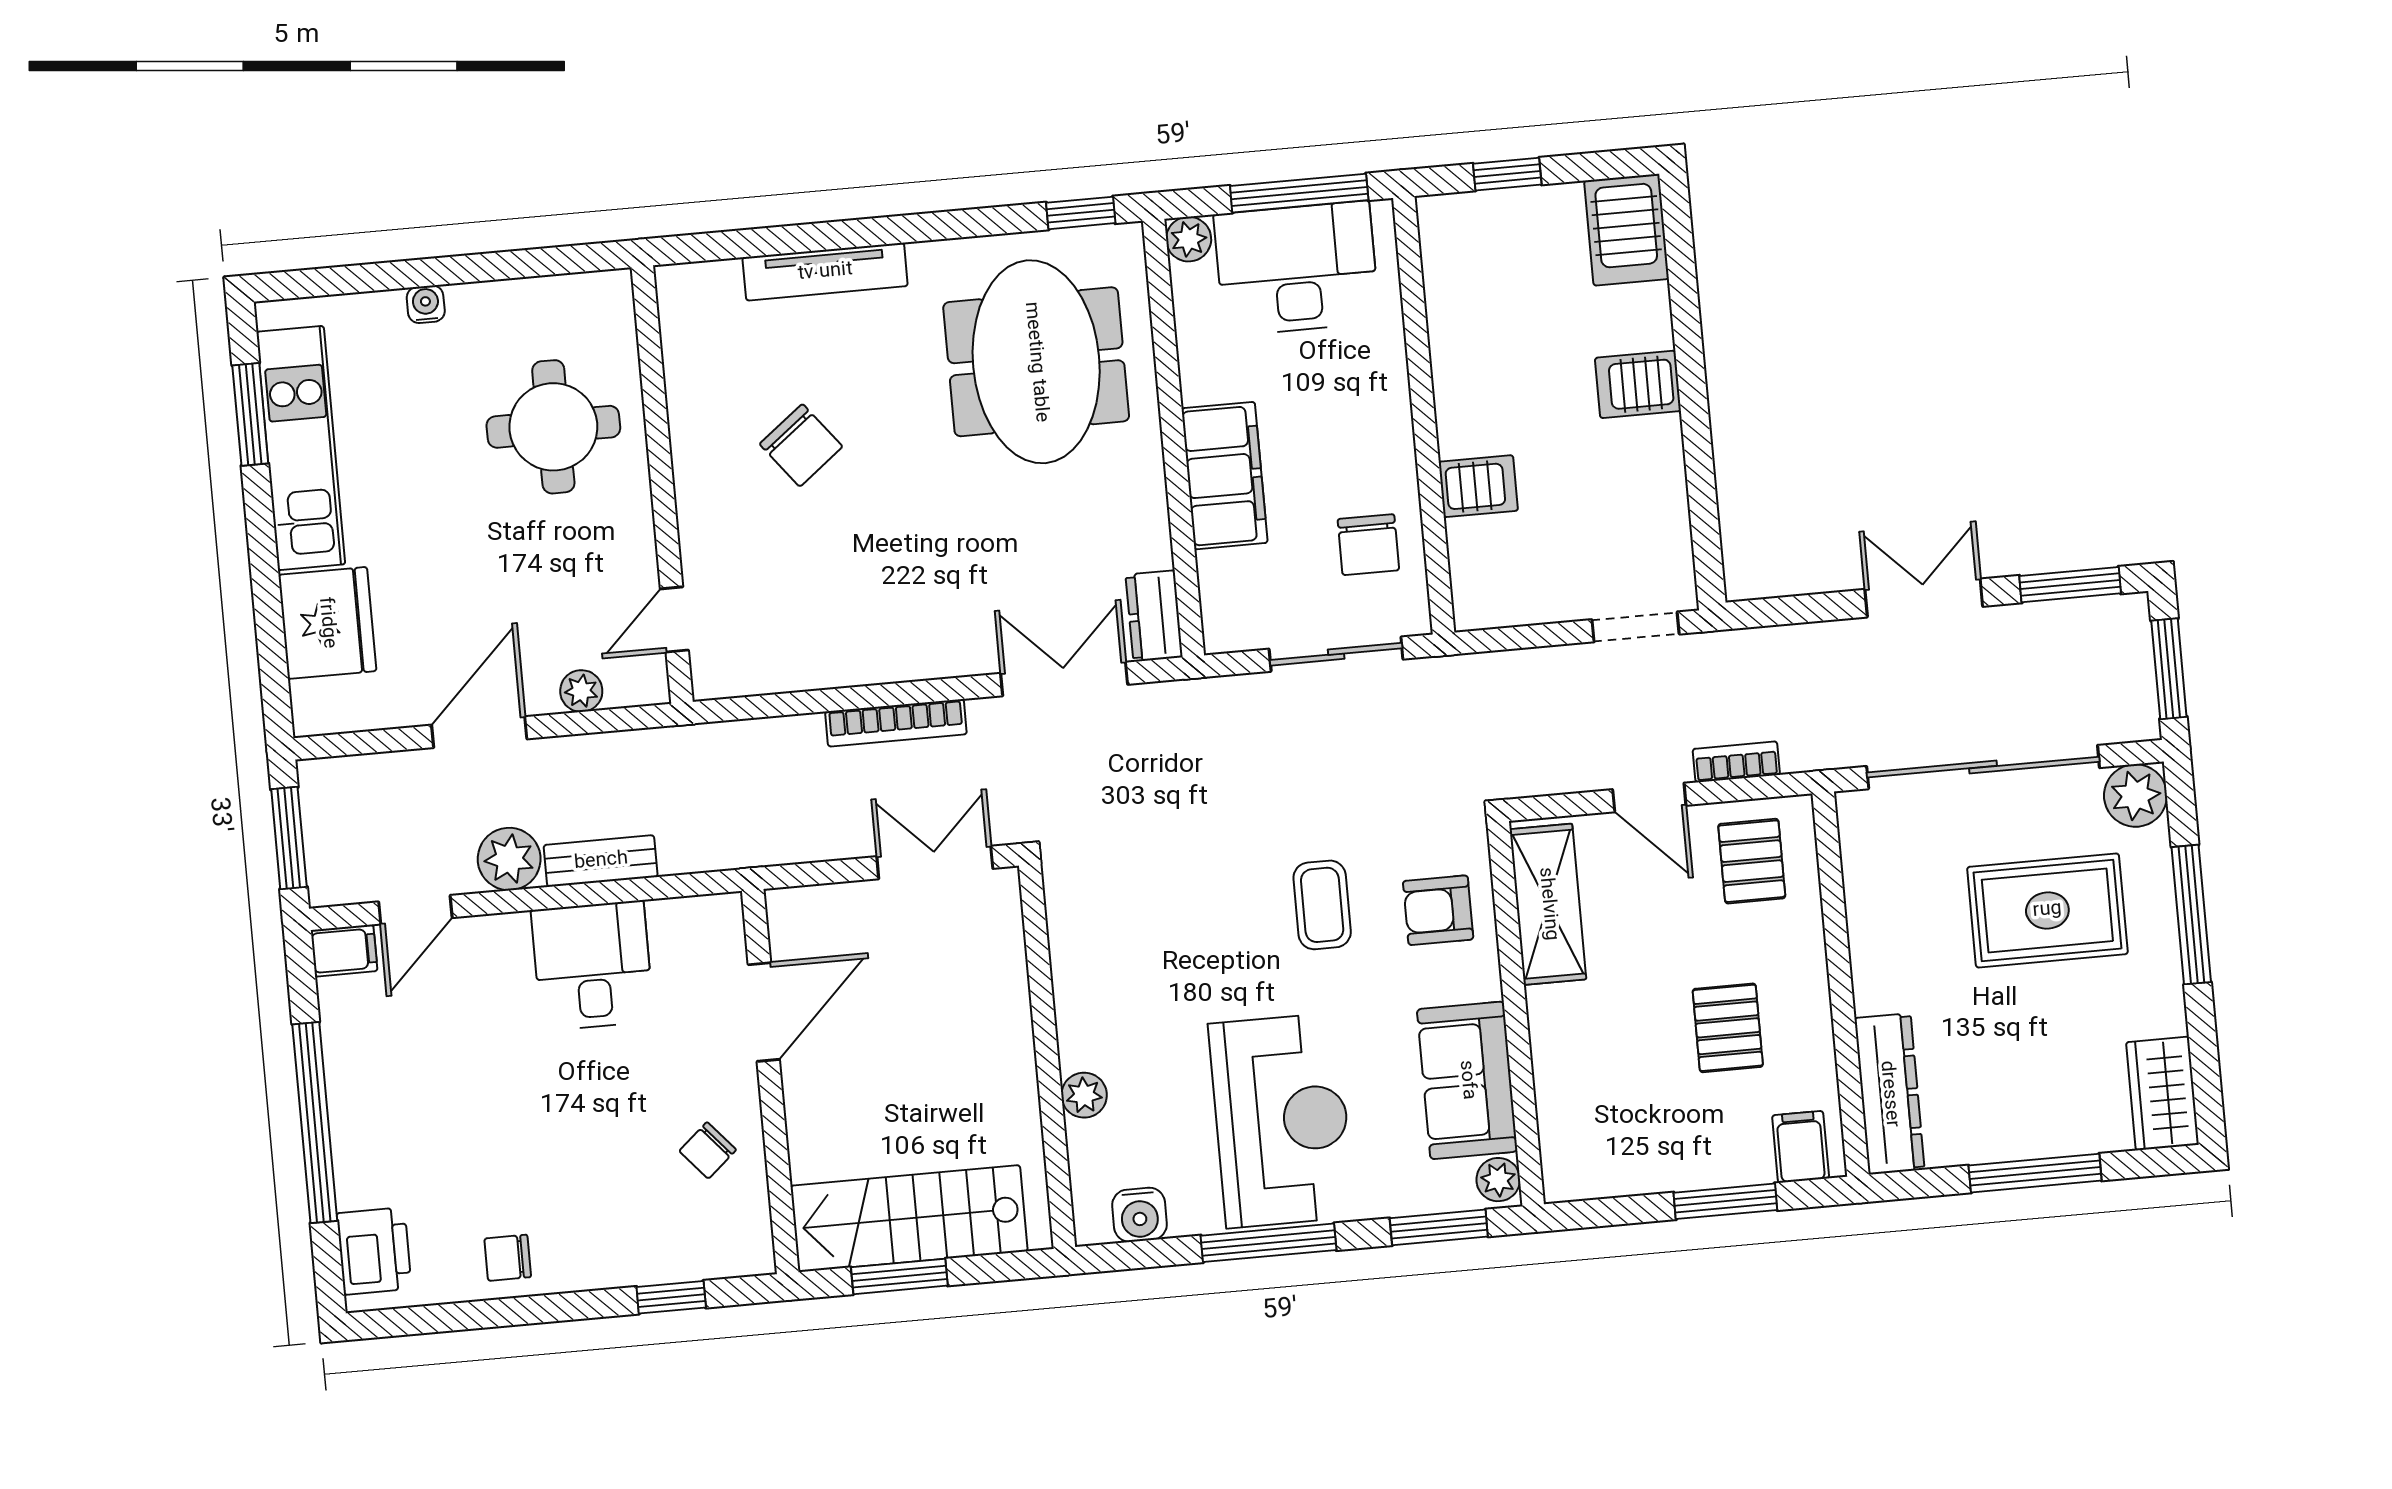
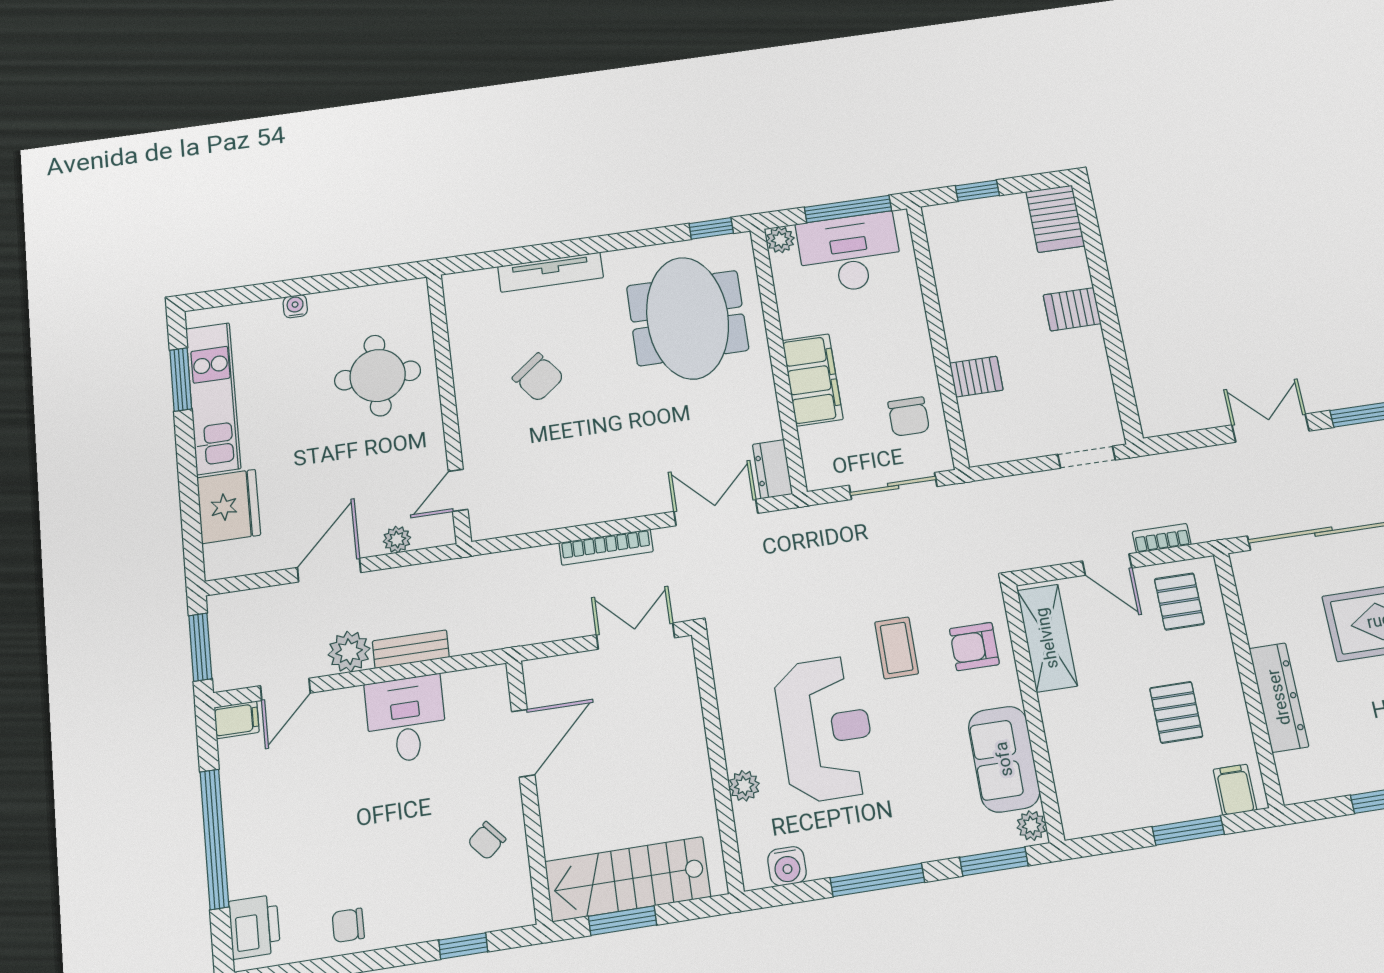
dresser: (1889, 1094) -> (1279, 697), moved
reception desk: (1282, 1120) -> (825, 729), moved

